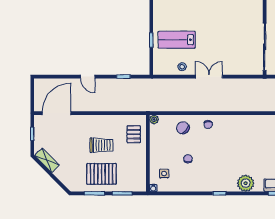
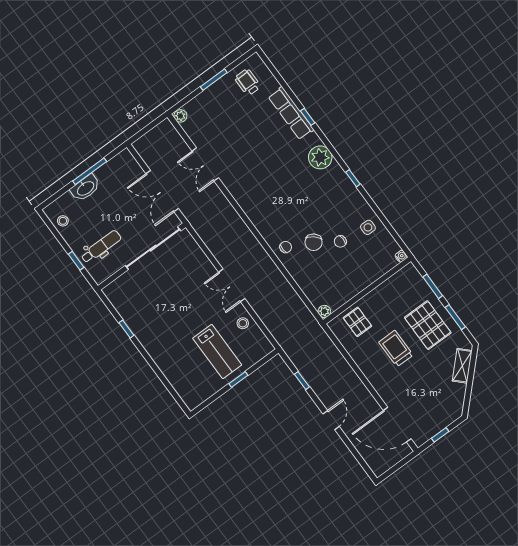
chair: (183, 128) -> (314, 242), moved
pallet: (134, 134) -> (357, 322), turned 90
shelving: (47, 160) -> (462, 366), moved
side table: (164, 174) -> (368, 227), moved

